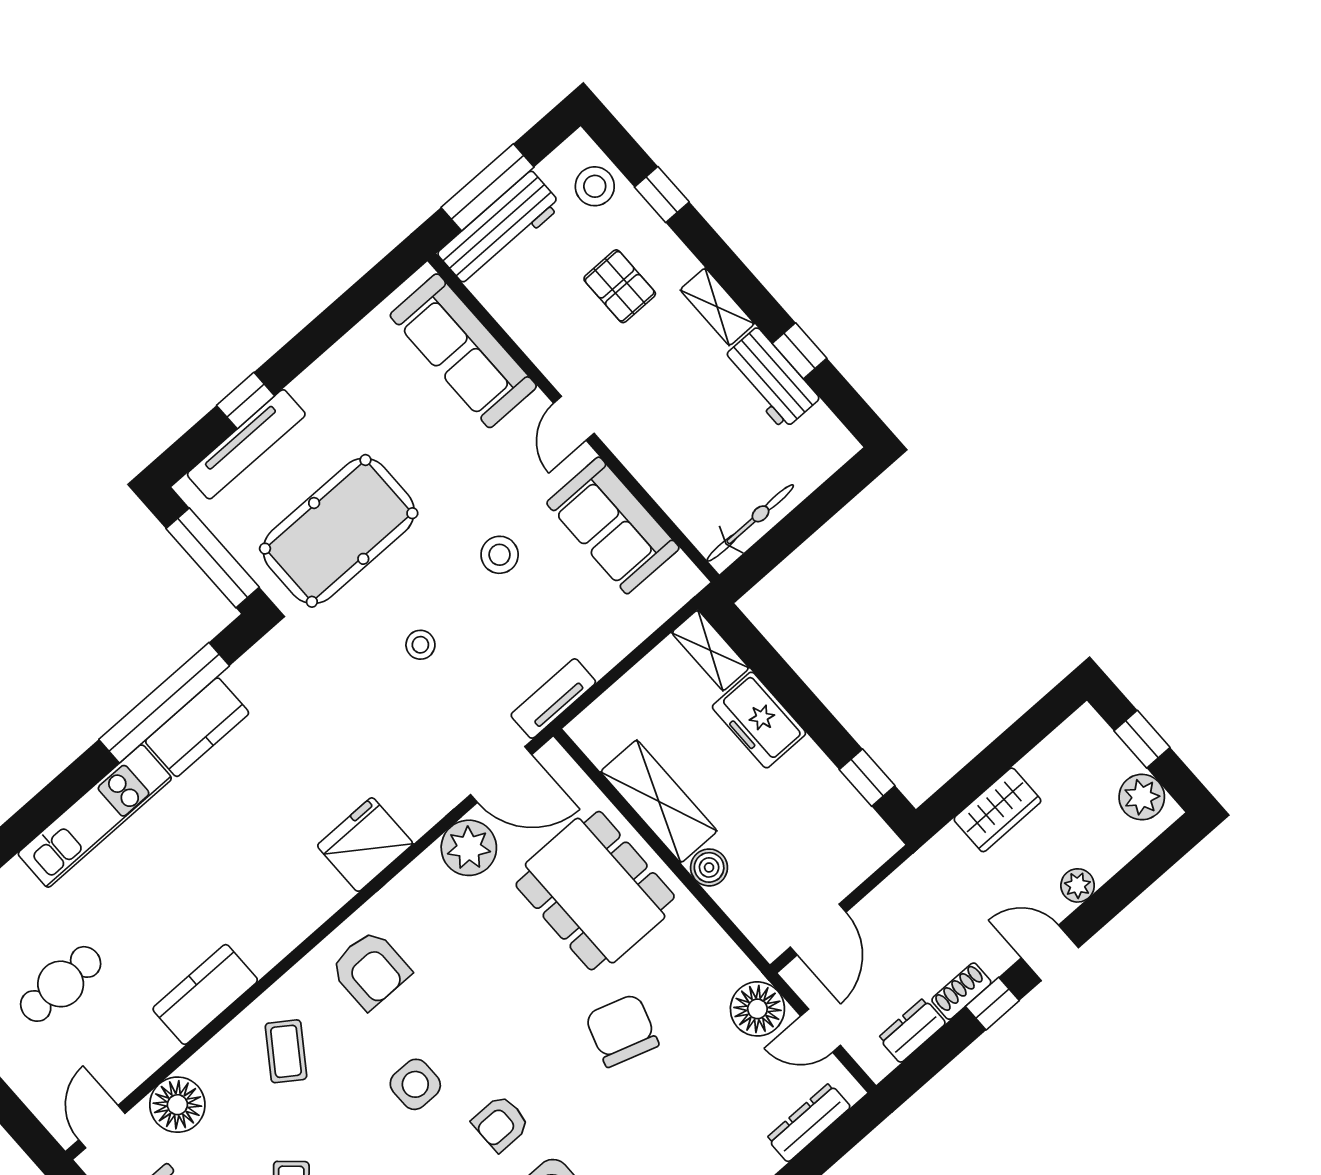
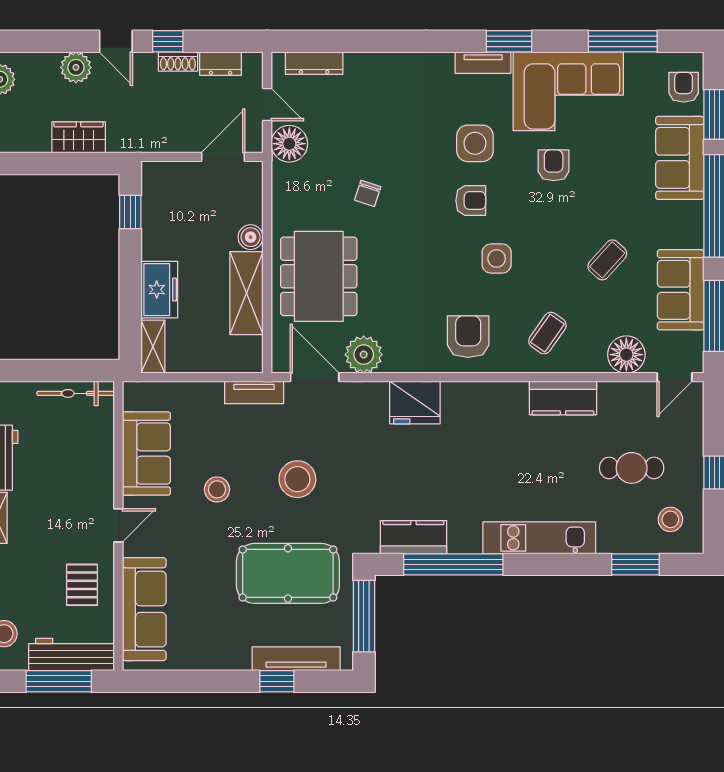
pallet: (620, 286) -> (82, 585), moved
stool: (420, 645) -> (297, 479), width x1.89, depth x1.89
kitchen counter: (197, 727) -> (413, 537), moved
plant: (1078, 885) -> (76, 67), width x1.38, depth x1.38
chair: (622, 1030) -> (368, 193), width x0.54, depth x0.54

